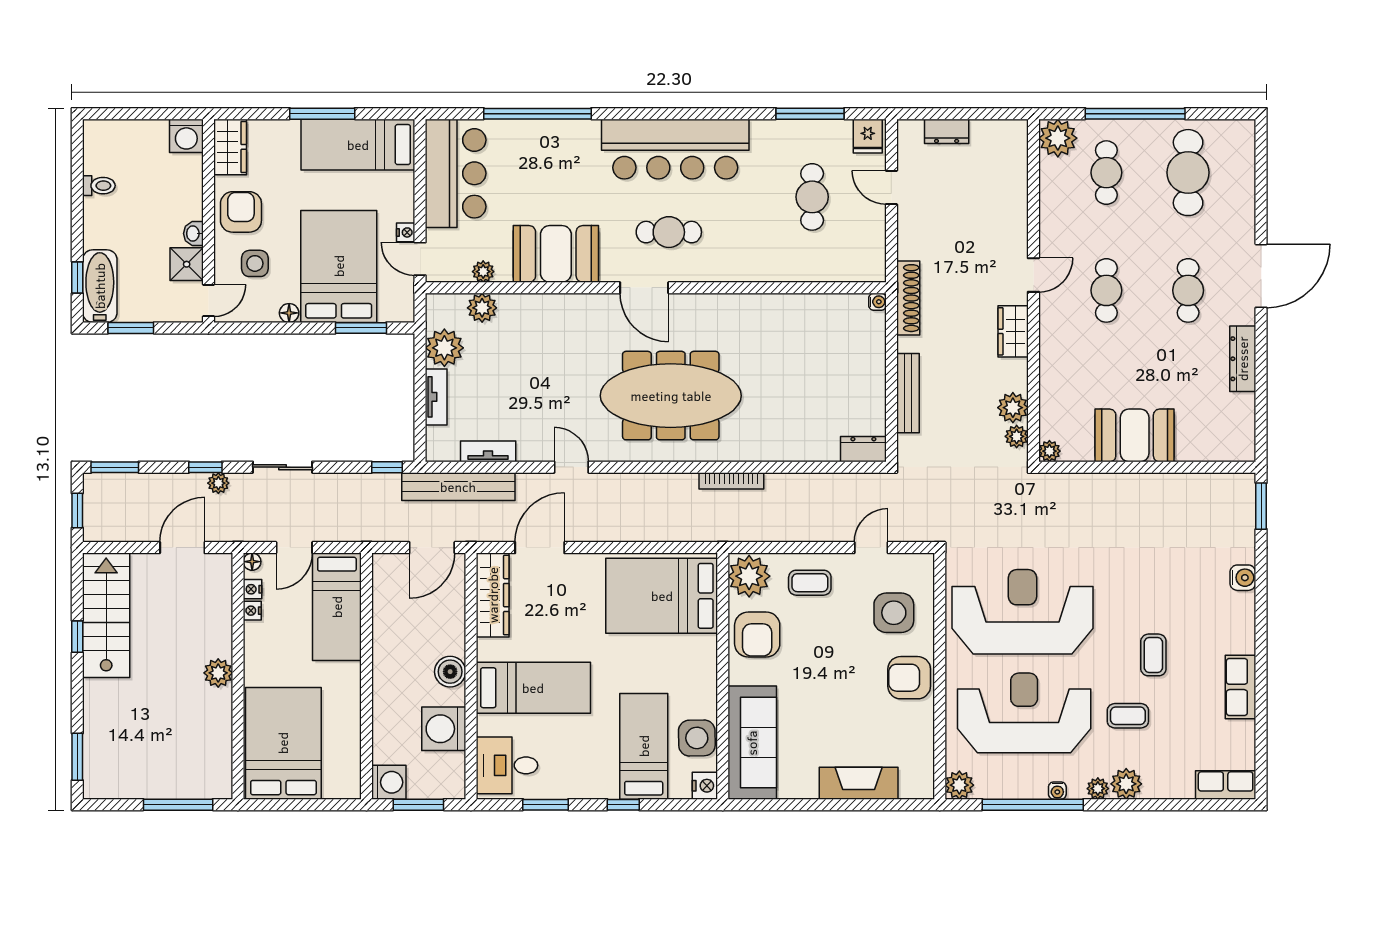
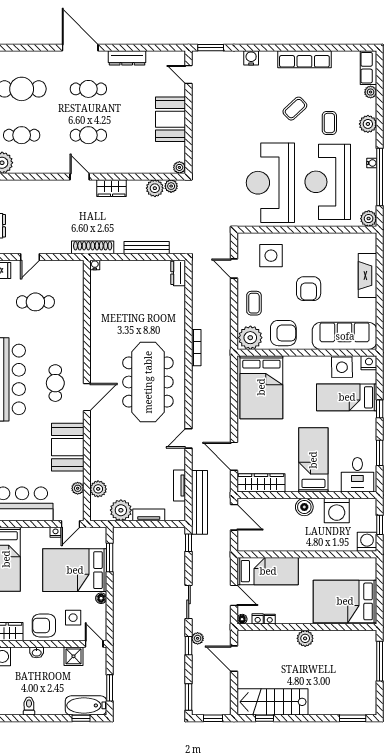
washbasin: (193, 234) -> (37, 652), moved
door: (1214, 467) -> (189, 74), added
window: (77, 637) -> (264, 718), moved
coffee table: (1153, 655) -> (295, 109), turned -43
armchair: (909, 678) -> (309, 289), moved
row of seats: (1240, 687) -> (304, 59), width x1.48
plant: (1098, 789) -> (371, 92), moved
window: (418, 805) -> (380, 525), width x0.67

